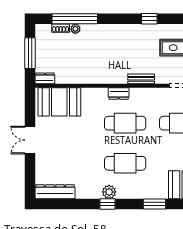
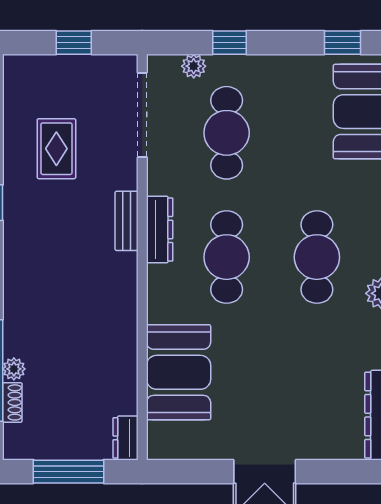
dresser: (119, 93) -> (160, 230), moved, width x1.44
booth: (59, 102) -> (179, 372), moved

